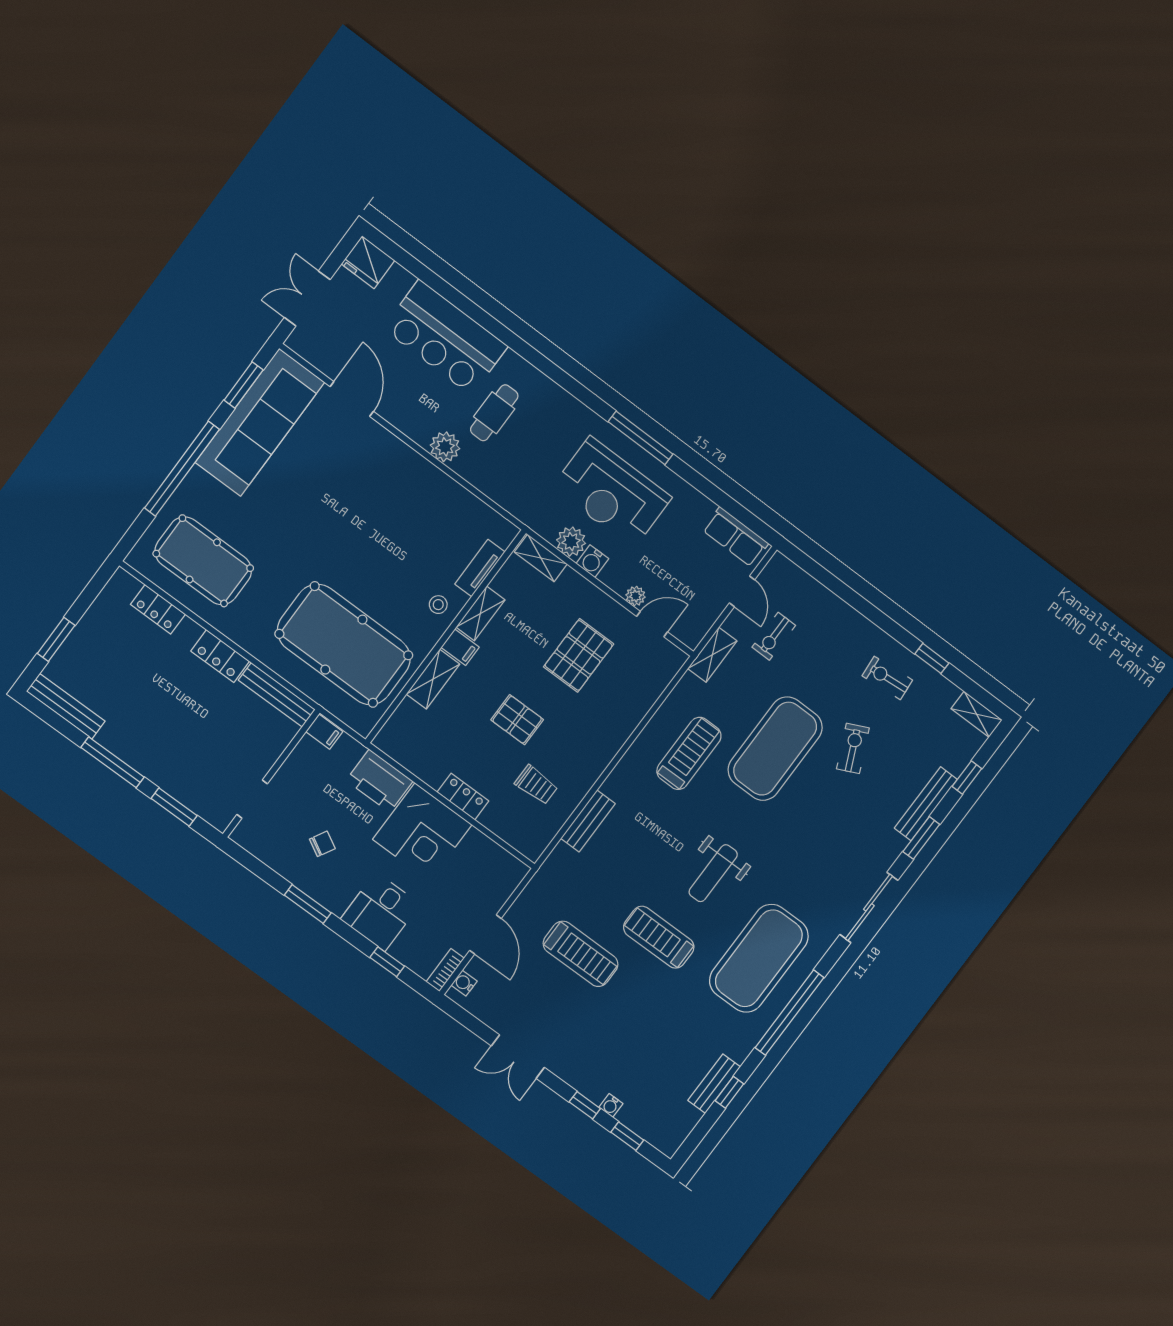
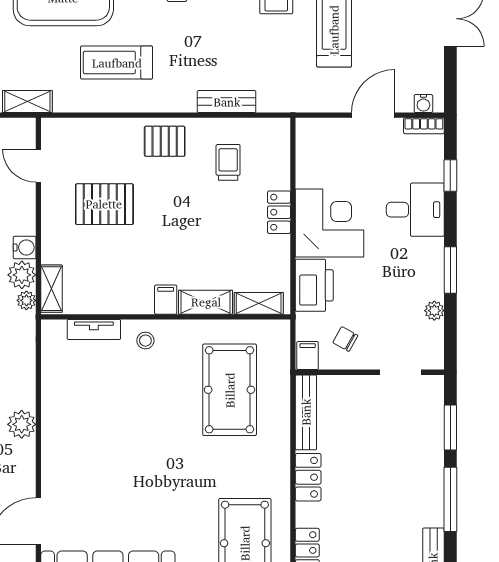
plant: (636, 596) -> (26, 300), moved
shelving: (480, 613) -> (259, 303), moved
pool table: (344, 645) -> (230, 390), width x0.73, depth x0.76
pallet: (517, 720) -> (165, 141), moved, turned 90
chair: (322, 844) -> (345, 339), moved
plant: (283, 866) -> (434, 311), added

